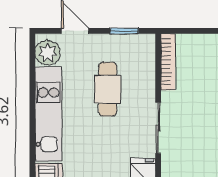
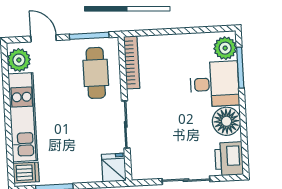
window: (124, 31) -> (89, 36), width x1.50
cafe table: (108, 89) -> (96, 73), moved

